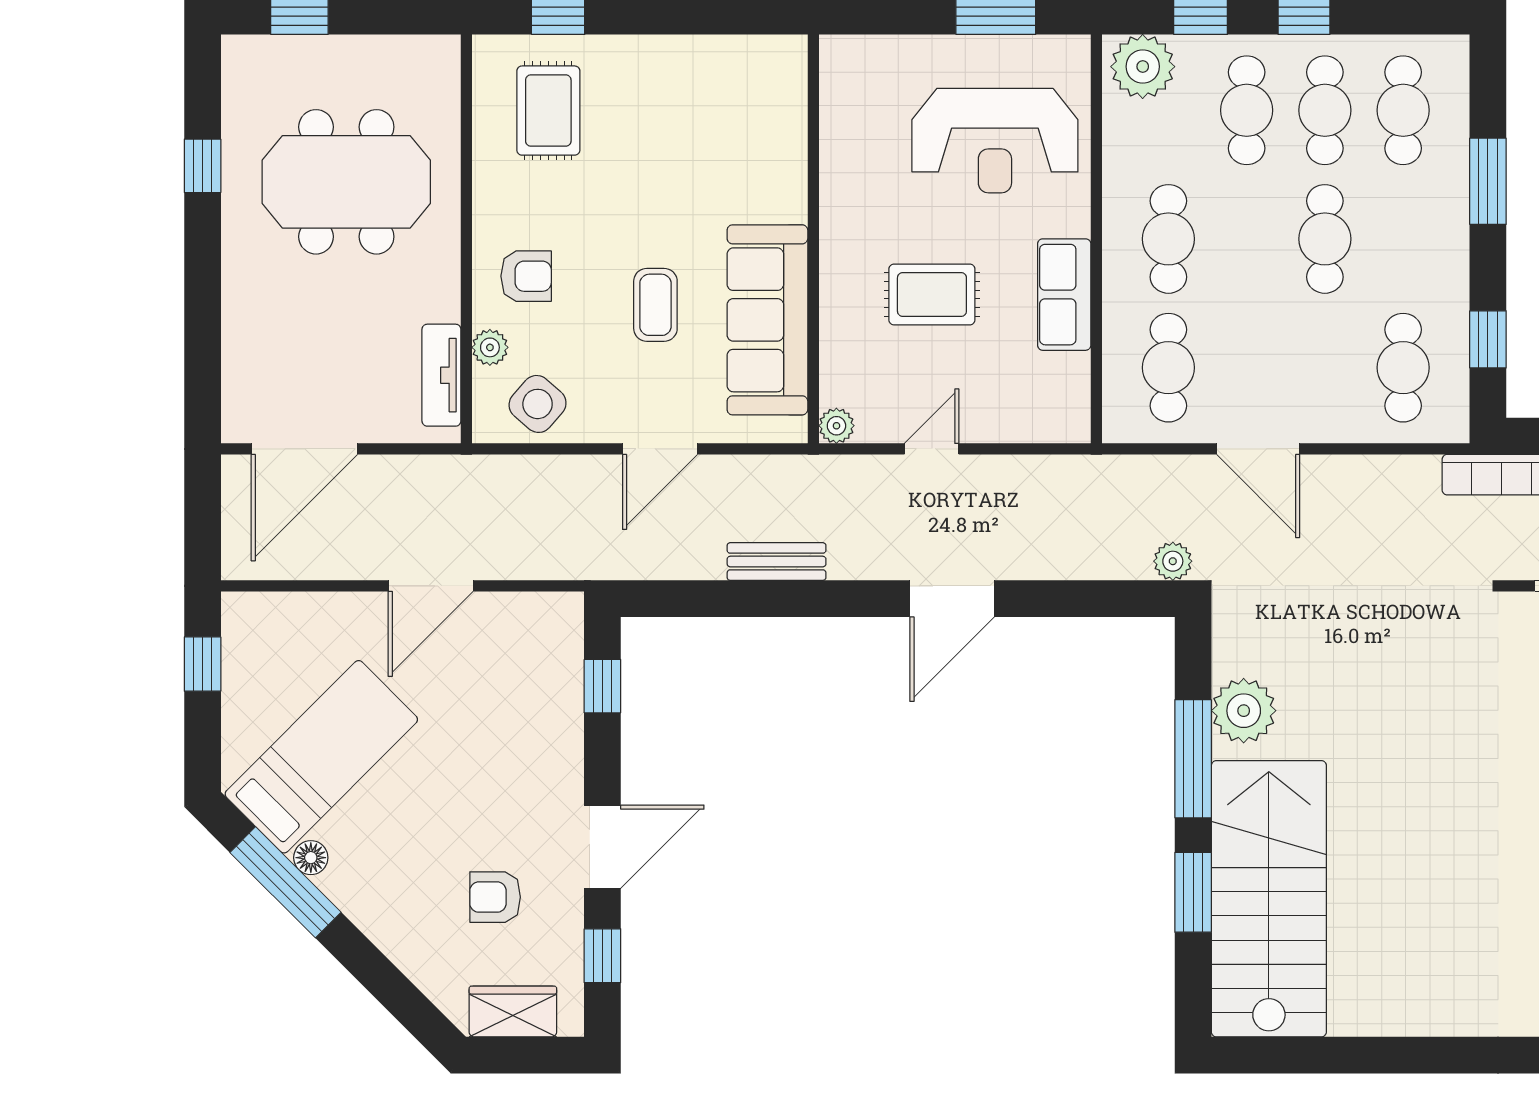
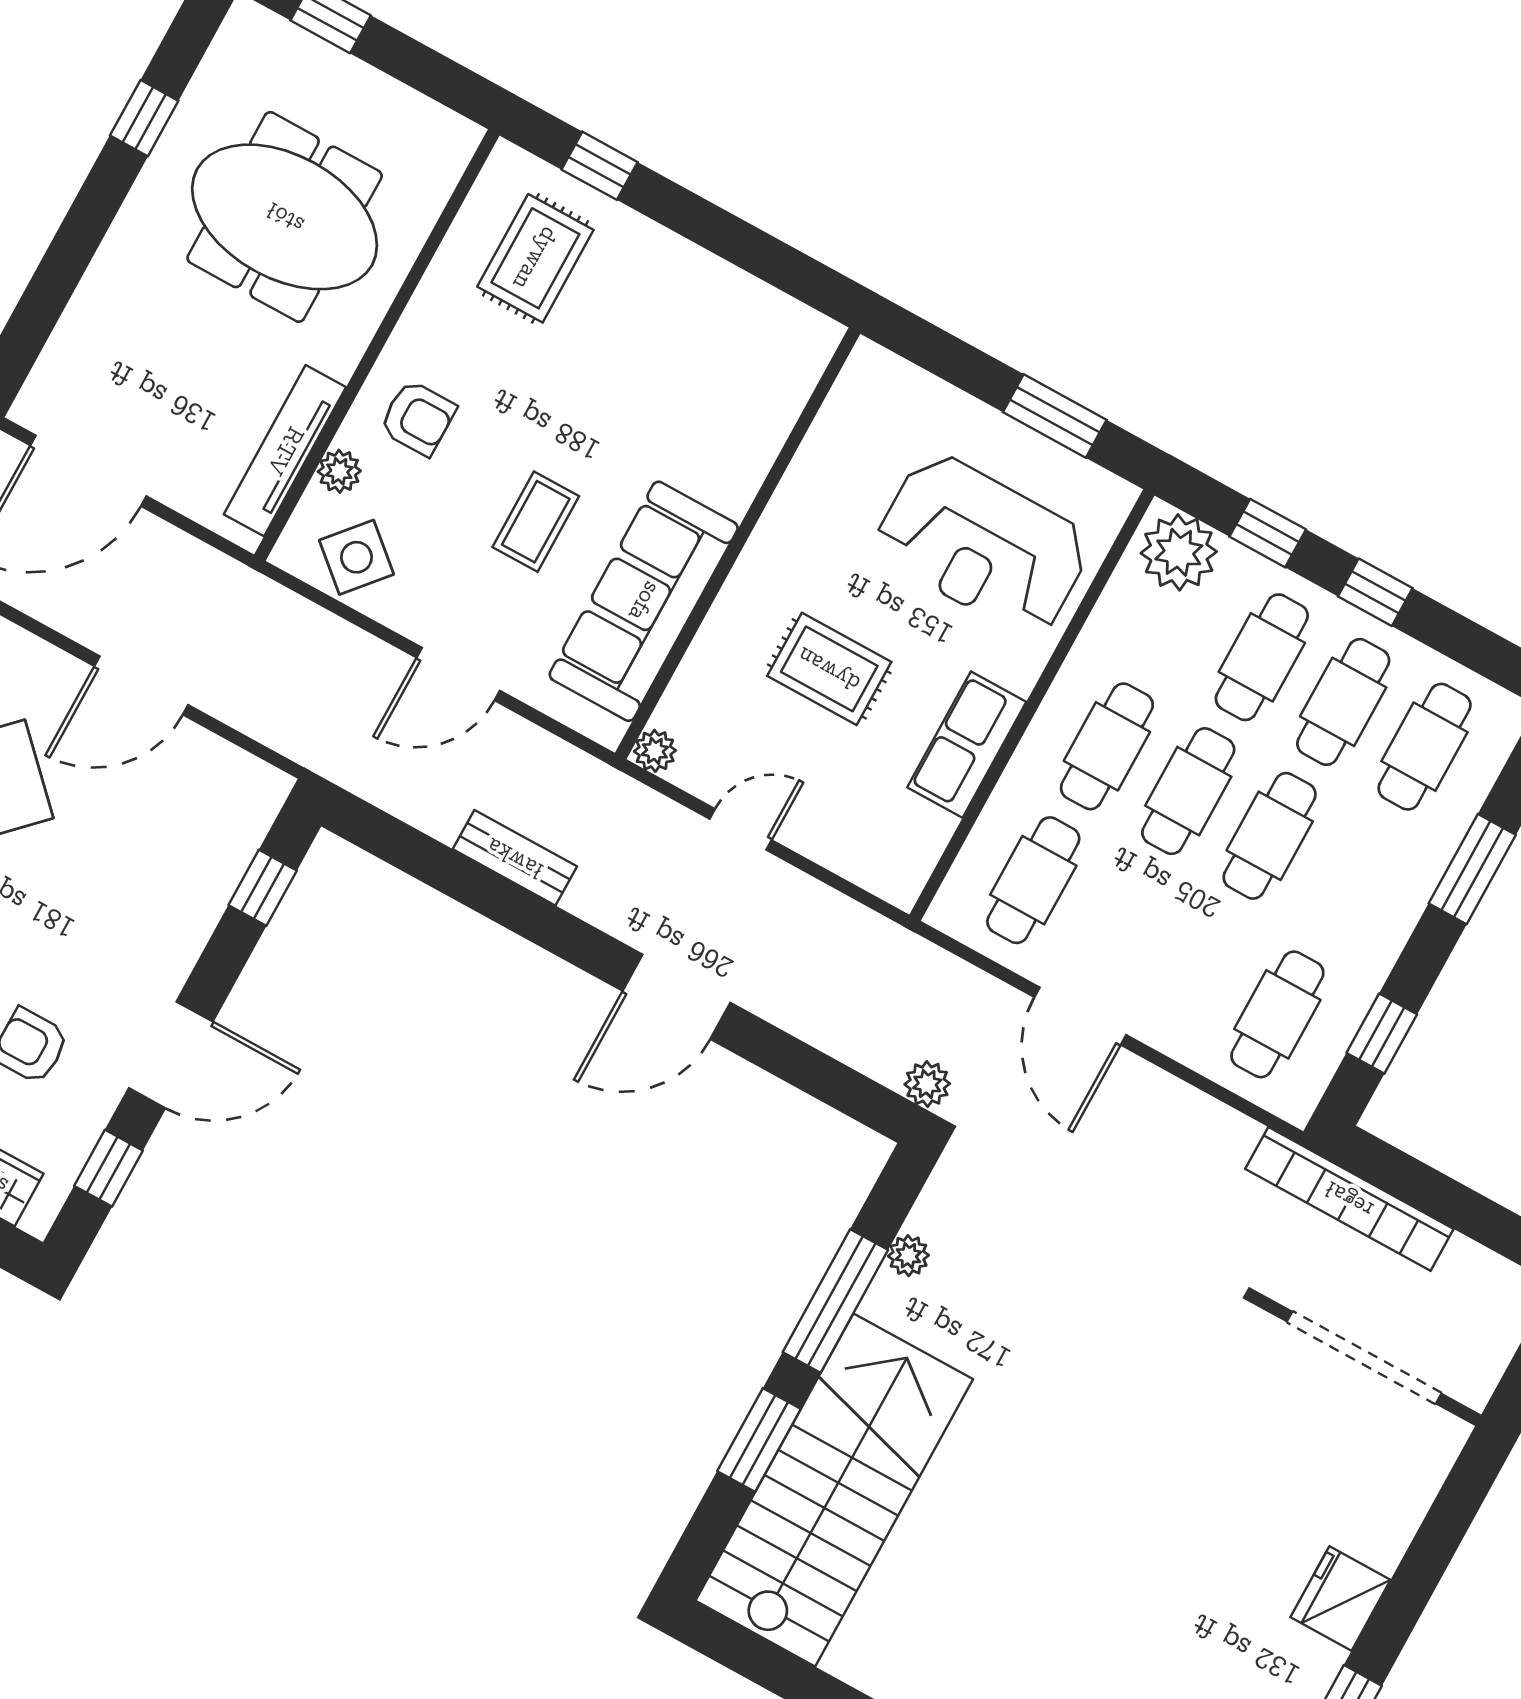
cafe table: (1247, 239) -> (1188, 791), added
tv unit: (441, 375) -> (285, 451), width x1.41
plant: (1244, 711) -> (908, 1256), width x0.53, depth x0.53

